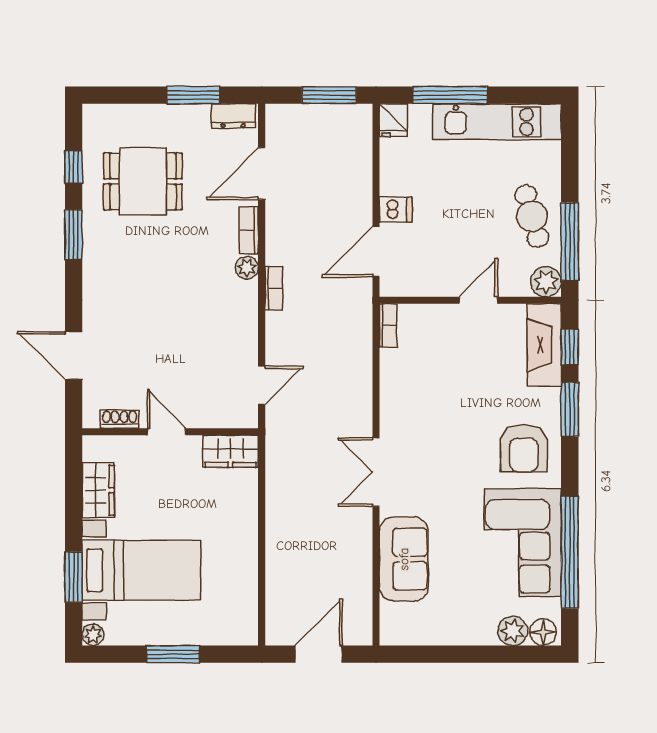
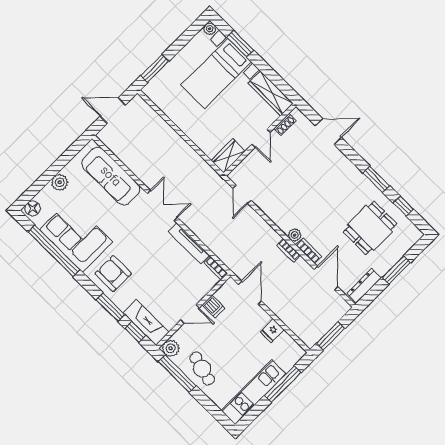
window: (193, 95) -> (396, 270), moved
dresser: (233, 116) -> (364, 286), width x1.44
fridge: (393, 120) -> (272, 331), moved, turned -90
dishwasher: (396, 209) -> (213, 306), moved, turned -90
cafe table: (532, 216) -> (202, 369), turned 31
bookcase: (274, 288) -> (288, 250), moved
door: (478, 300) -> (190, 314), hinge flipped
tv unit: (391, 391) -> (189, 243), added
door: (166, 432) -> (261, 138), hinge flipped
wardrobe: (98, 490) -> (270, 93), width x1.50
sofa: (404, 559) -> (111, 176), width x1.36
plant: (513, 631) -> (60, 182), moved
window: (173, 654) -> (155, 68), moved
door: (319, 654) -> (113, 111), swing flipped

